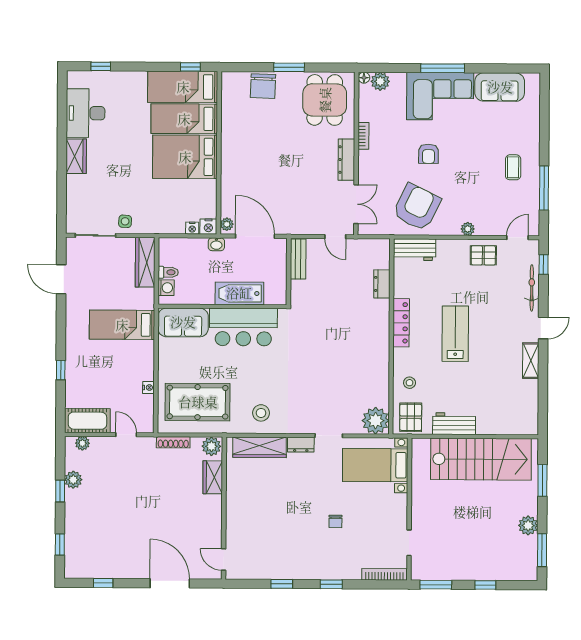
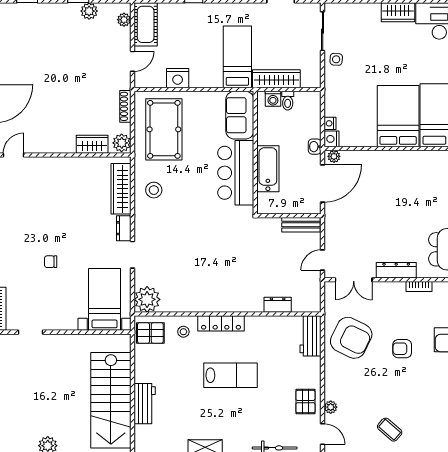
coffee table: (513, 167) -> (390, 430), turned 41
plant: (468, 229) -> (331, 407), moved
wardrobe: (145, 262) -> (276, 79), moved
locker: (401, 323) -> (221, 323), moved
nightstand: (148, 387) -> (178, 78), width x1.89, depth x1.79
workbench: (454, 424) -> (145, 404), moved

